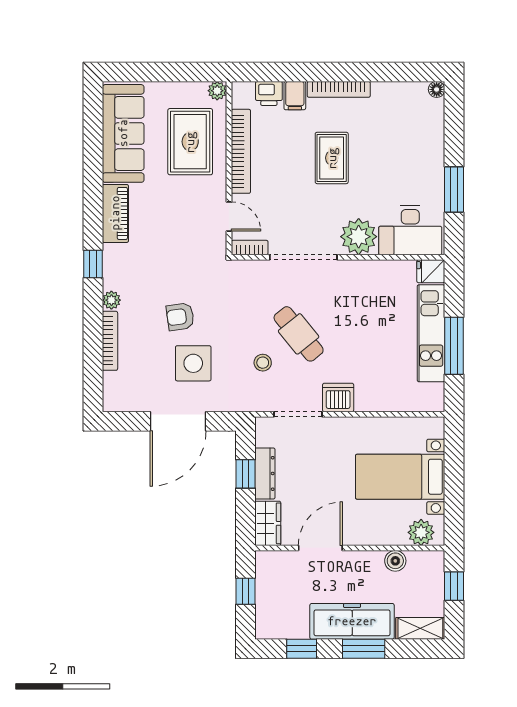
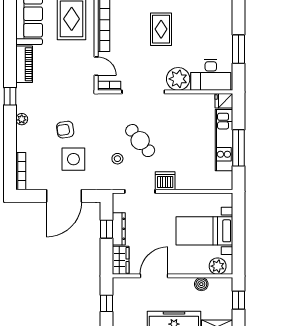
bookcase: (110, 341) -> (21, 171), moved

